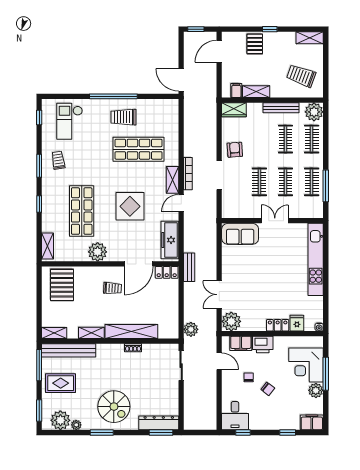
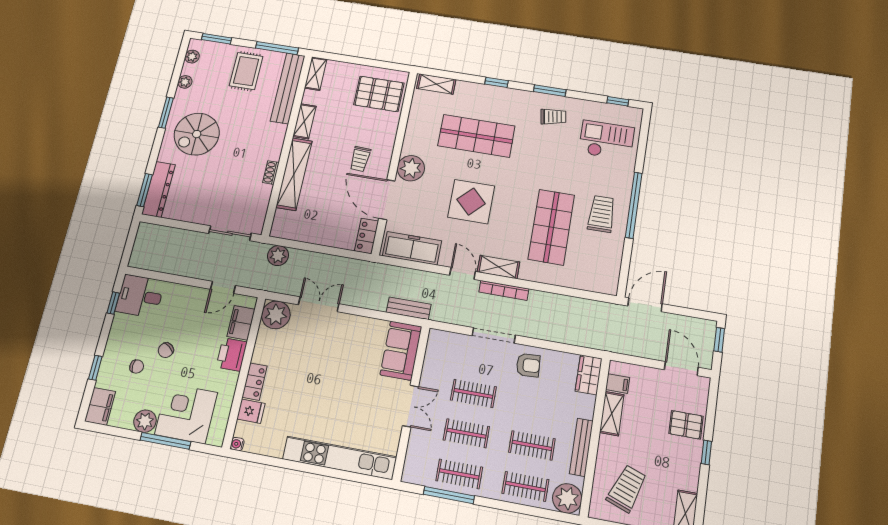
plant: (98, 252) -> (411, 168), moved
bench: (189, 267) -> (409, 308), moved
chair: (249, 377) -> (137, 367), moved
plant: (60, 420) -> (192, 57), width x0.53, depth x0.53

